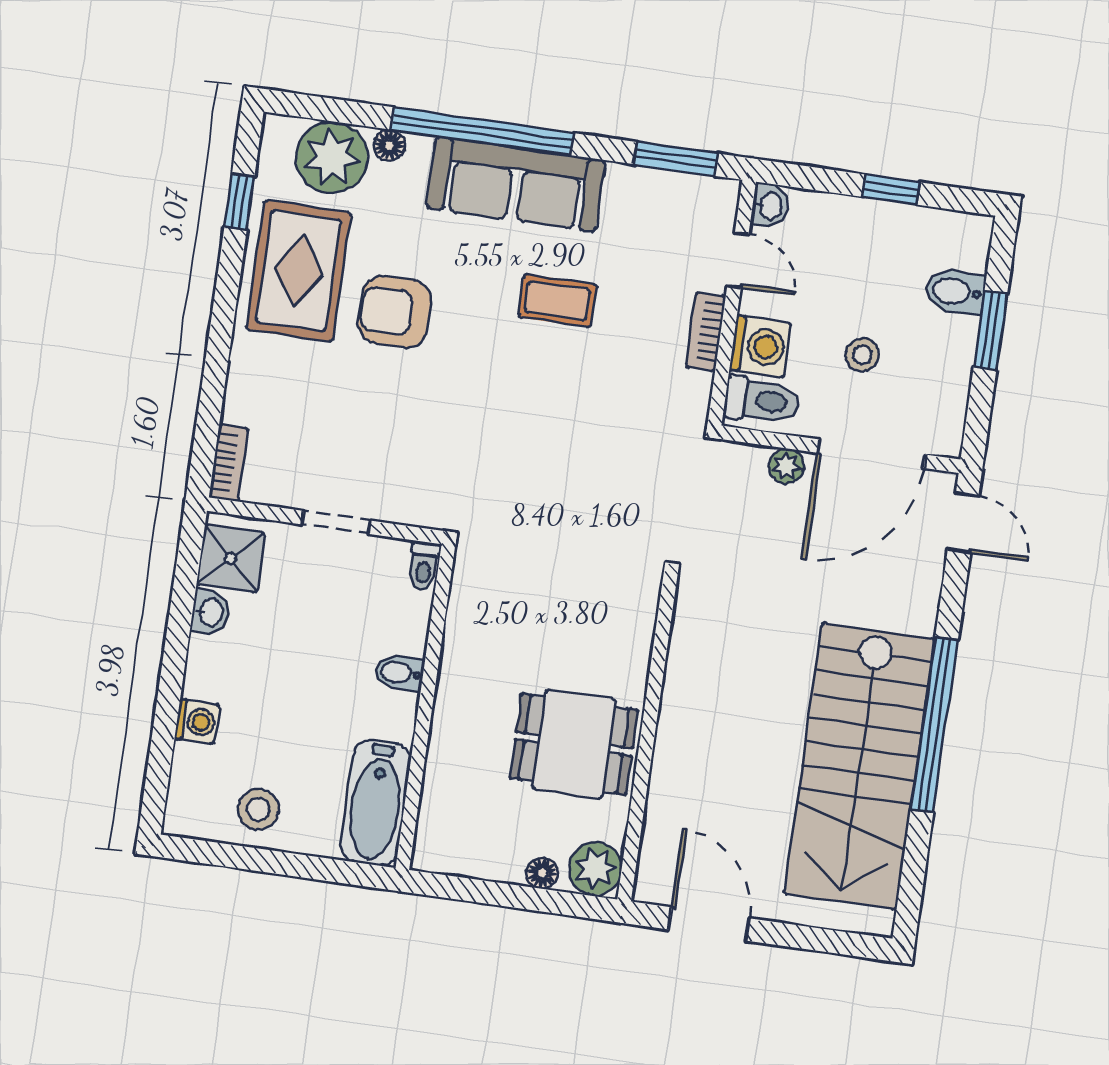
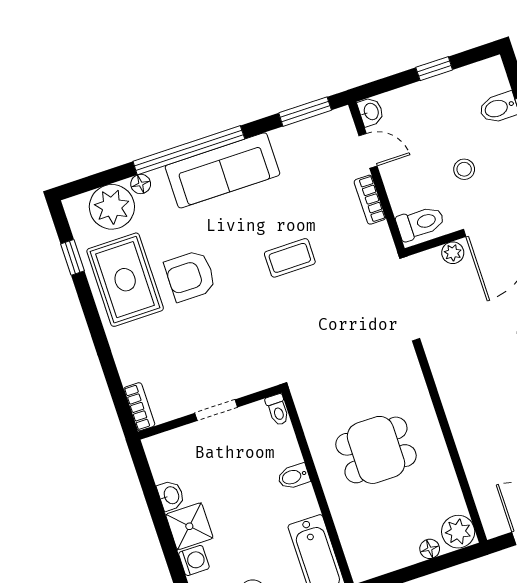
coffee table: (557, 301) -> (290, 258), moved
washing machine: (760, 346) -> (405, 193), removed
shower: (231, 558) -> (189, 526), moved
dining table: (574, 744) -> (376, 450), moved

